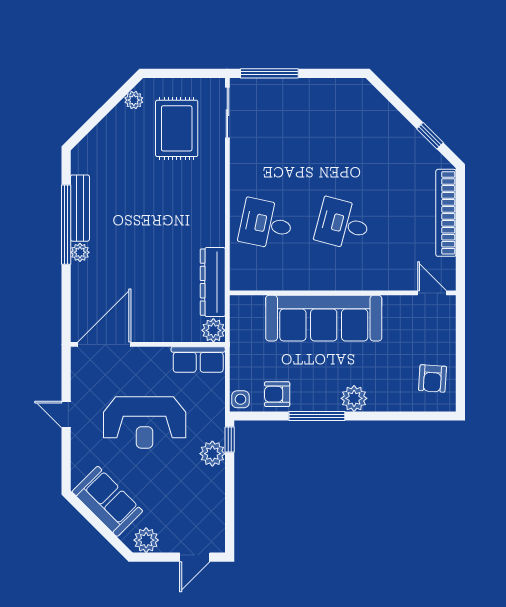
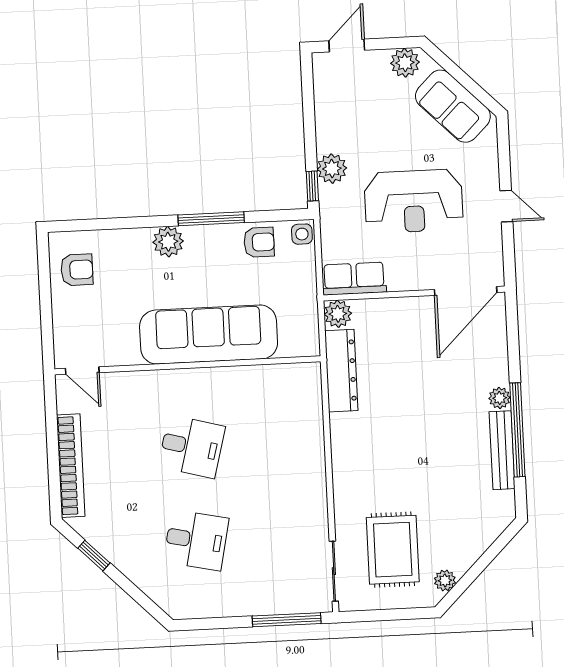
desk: (266, 224) -> (196, 540), moved
armchair: (433, 378) -> (77, 270), turned 86
reception desk: (145, 422) -> (414, 201), turned 180

